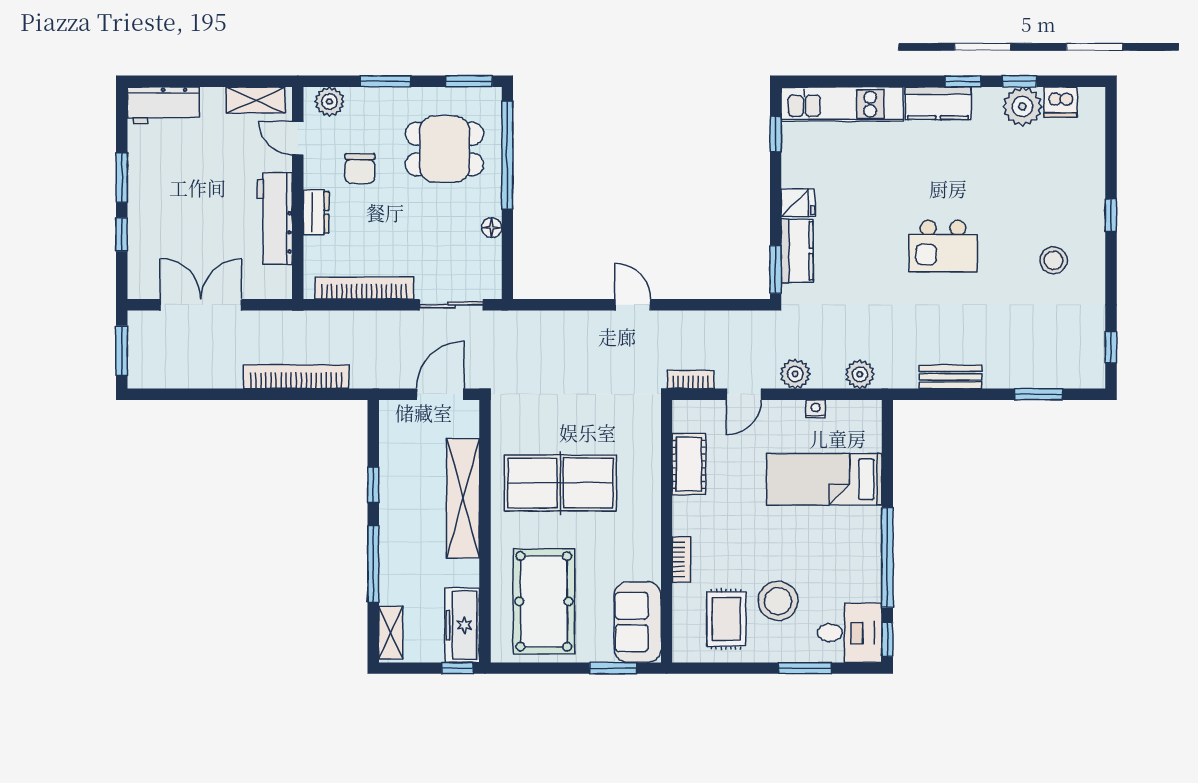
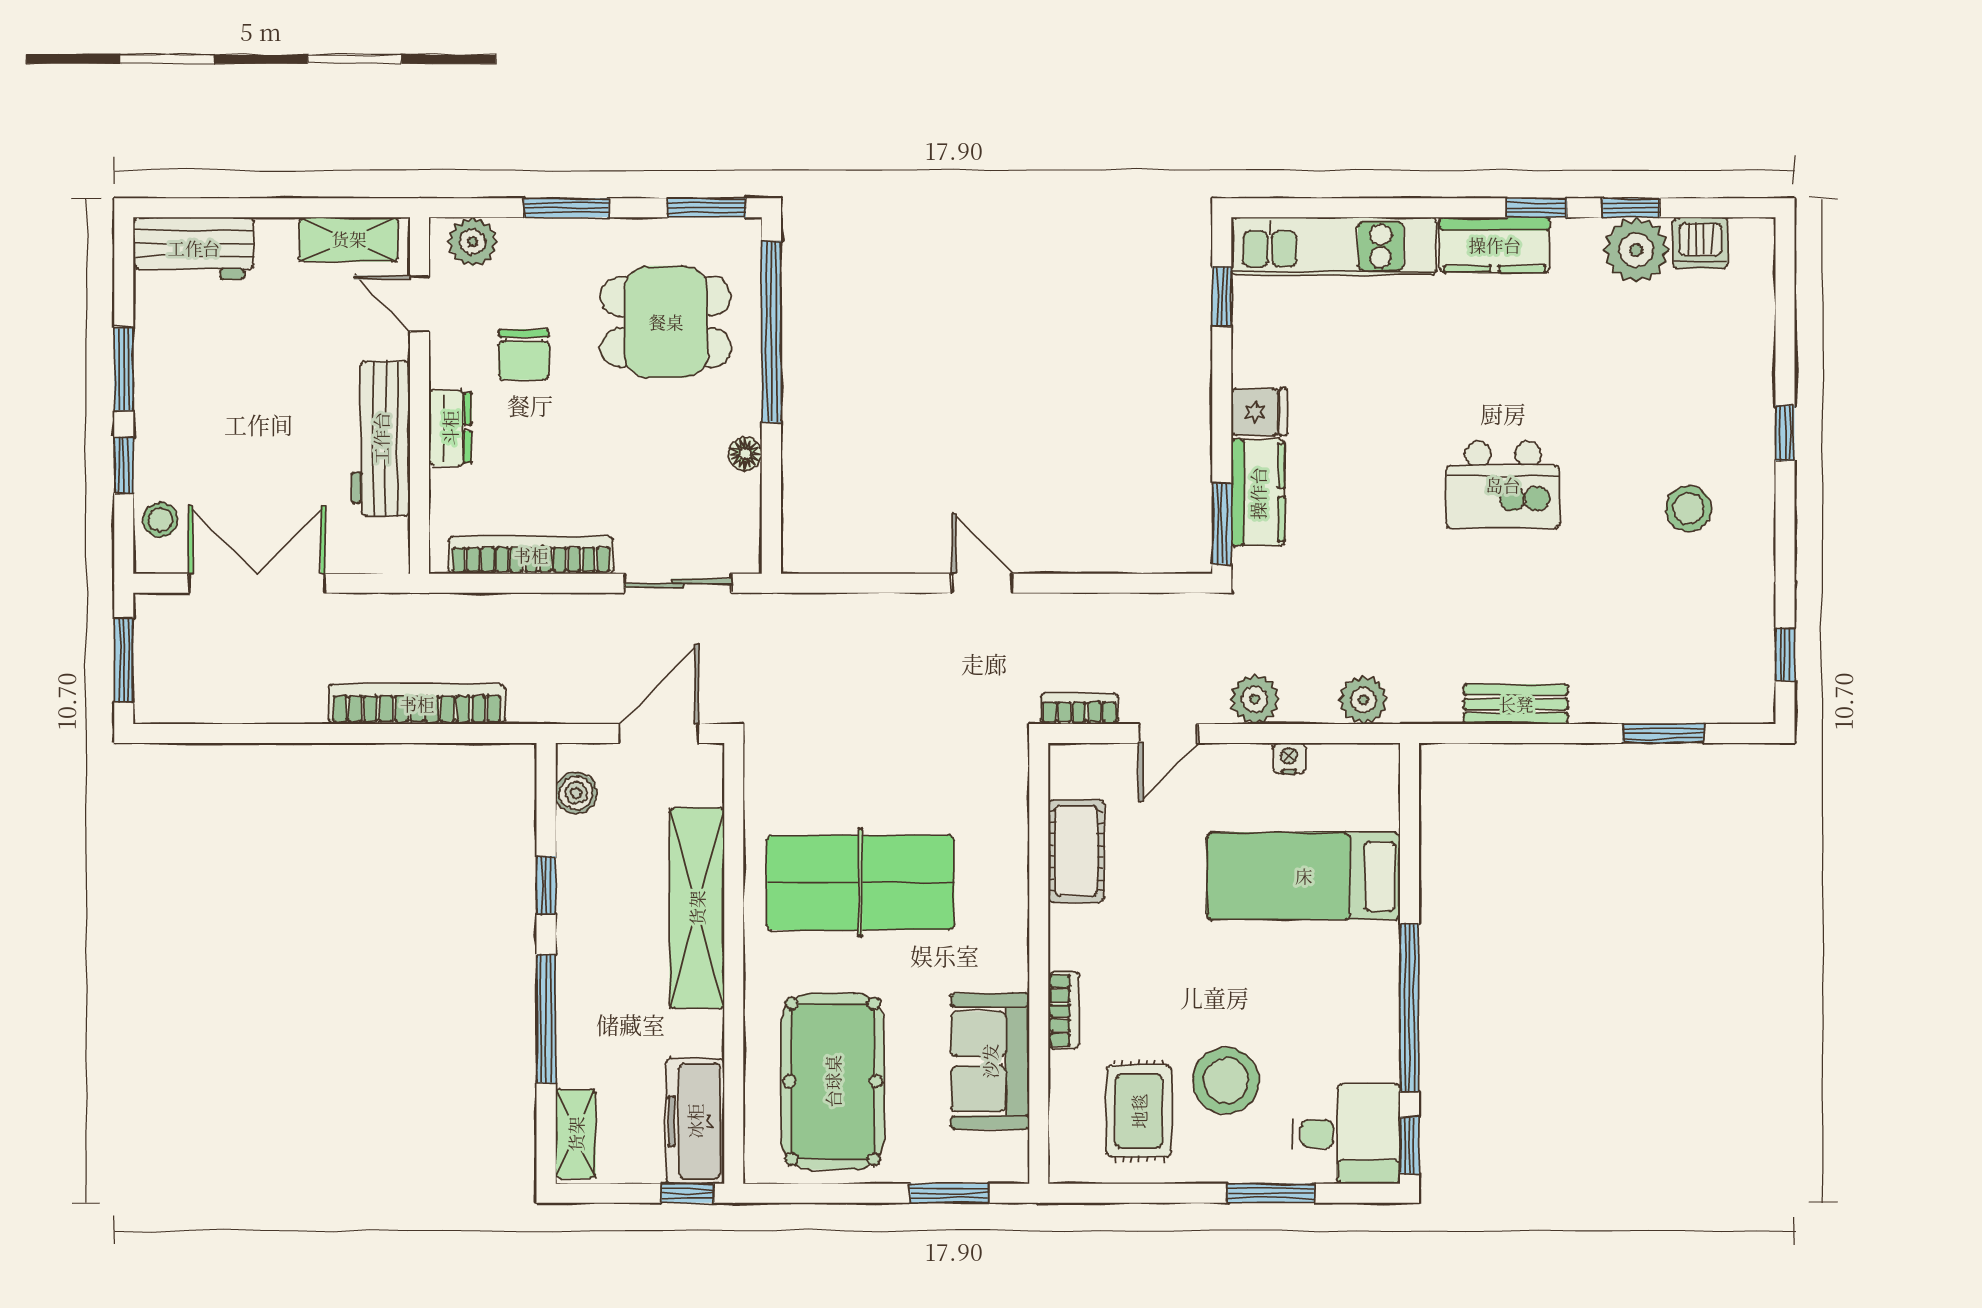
stool: (144, 267) -> (160, 520), added
boiler: (391, 430) -> (576, 793), added
sofa: (638, 622) -> (990, 1061), moved

